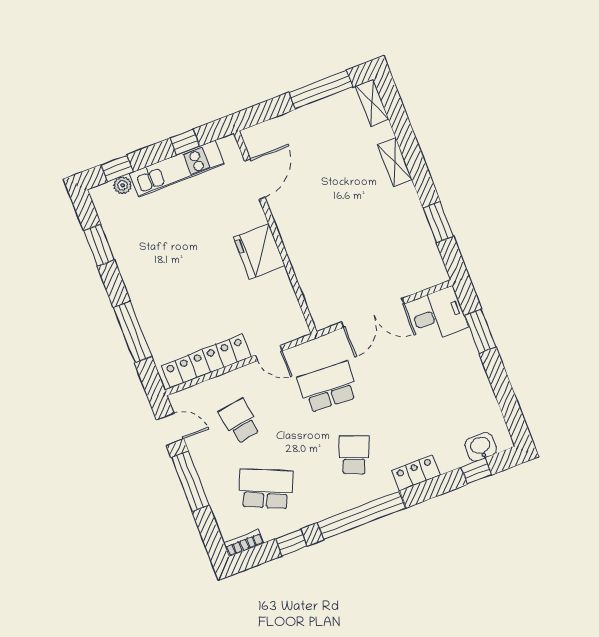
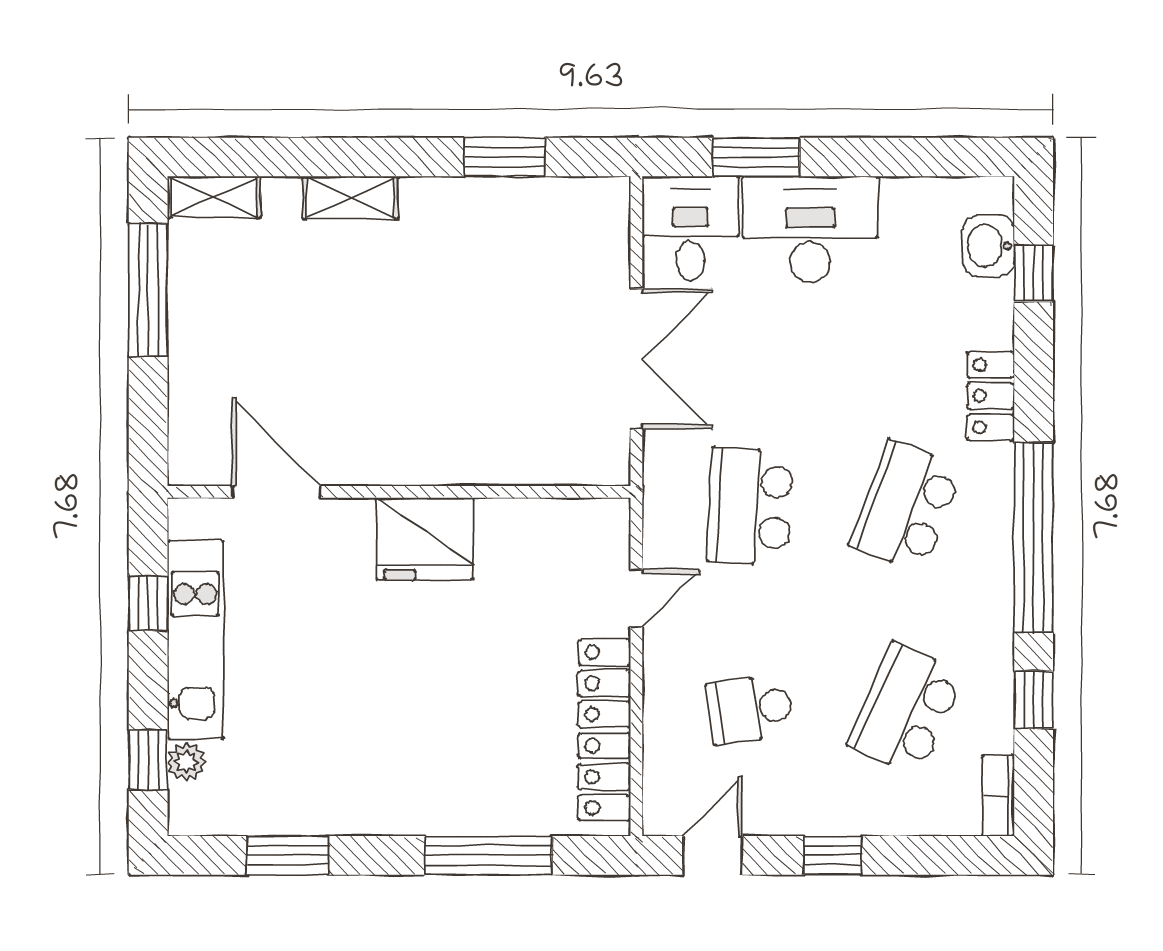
desk: (458, 367) -> (810, 229), added
school desk: (354, 455) -> (906, 506), width x1.85
window: (190, 481) -> (833, 855), width x0.46

